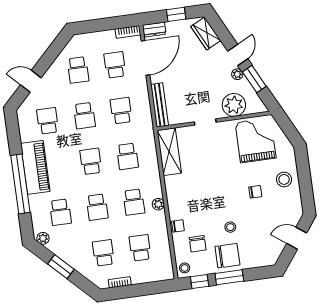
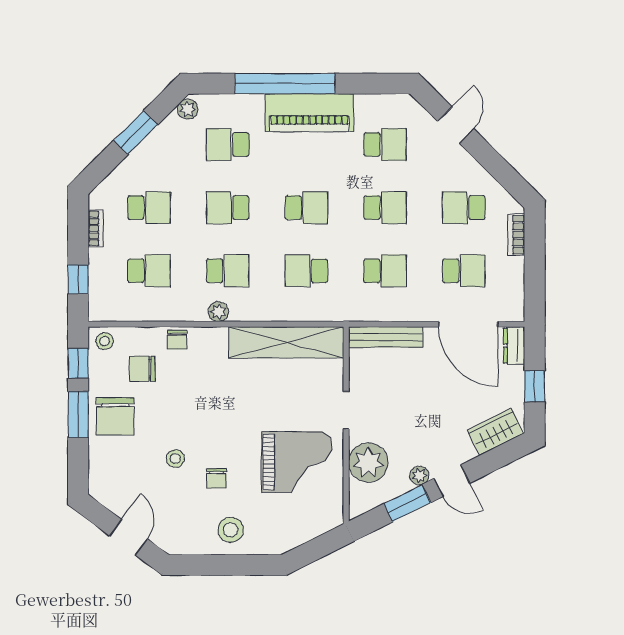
bookcase: (128, 32) -> (516, 235), moved
school desk: (84, 116) -> (385, 208), turned 180
grand piano: (256, 140) -> (297, 462), moved
shelving: (169, 152) -> (286, 342), width x1.47
school desk: (134, 202) -> (228, 271), turned 180
stool: (230, 227) -> (175, 459), moved
window: (151, 288) -> (78, 279), added

